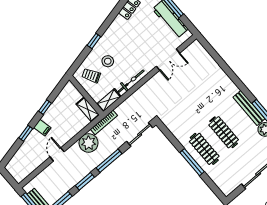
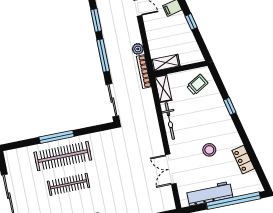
stool: (108, 61) -> (209, 150), moved
plant: (89, 143) -> (138, 49), width x0.53, depth x0.53
clothes rail: (204, 149) -> (63, 156), width x1.37, depth x1.31

